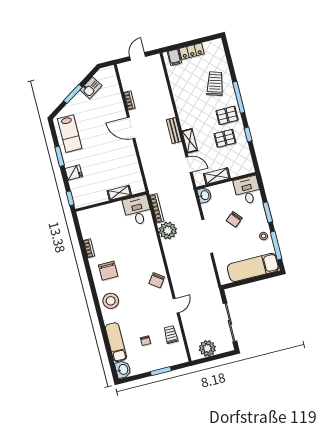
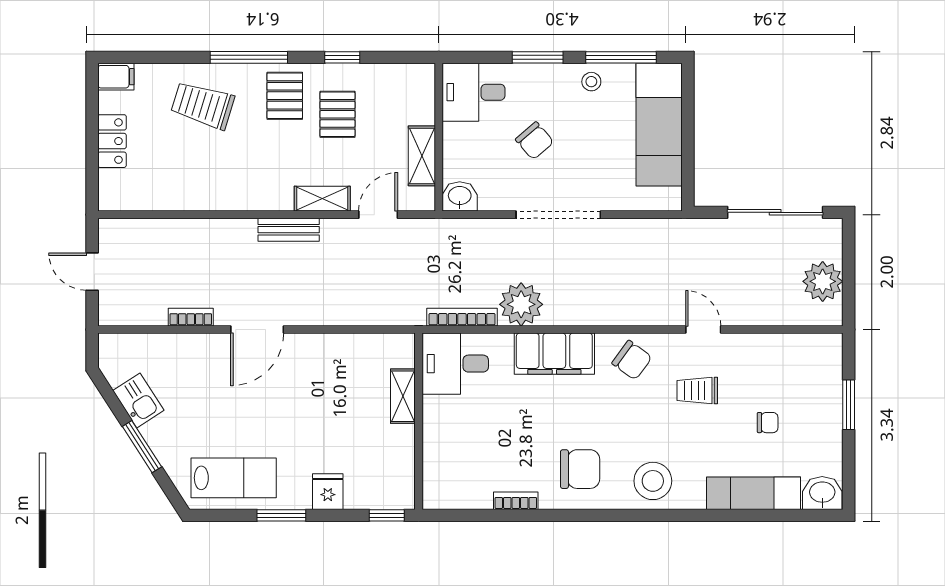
filing cabinet: (174, 57) -> (116, 77), moved
filing cabinet: (151, 249) -> (554, 354), added
trolley: (171, 335) -> (697, 391), moved

